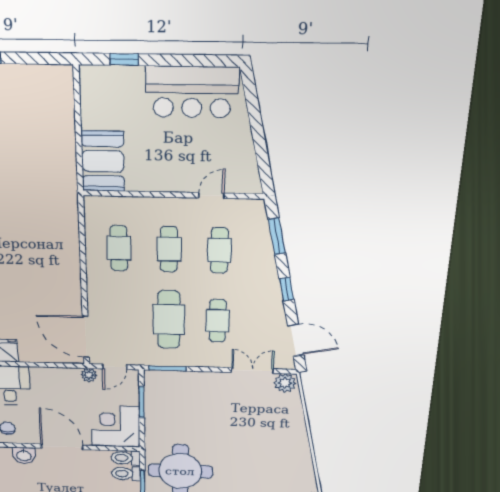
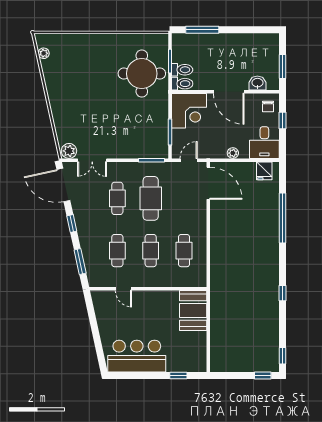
door: (211, 195) -> (123, 289), hinge flipped
door: (296, 340) -> (63, 185), width x1.36
plant: (89, 375) -> (233, 153), moved

